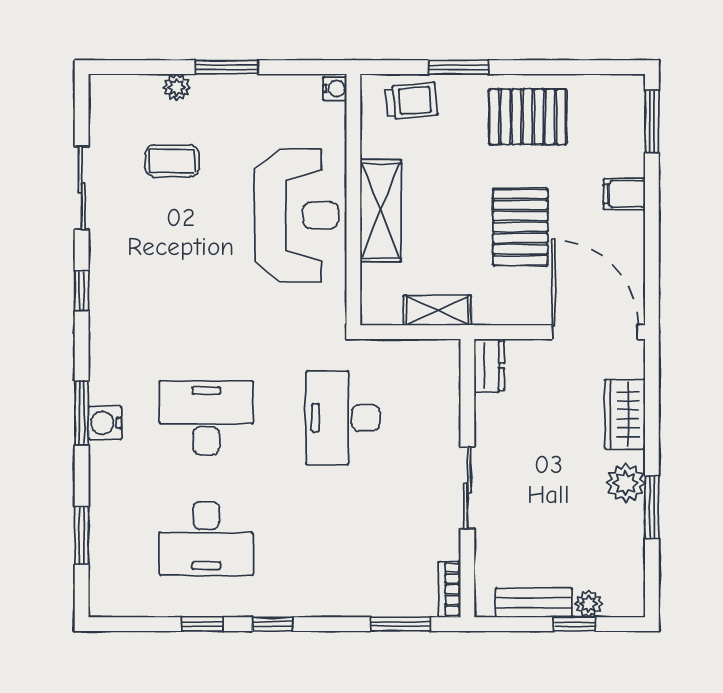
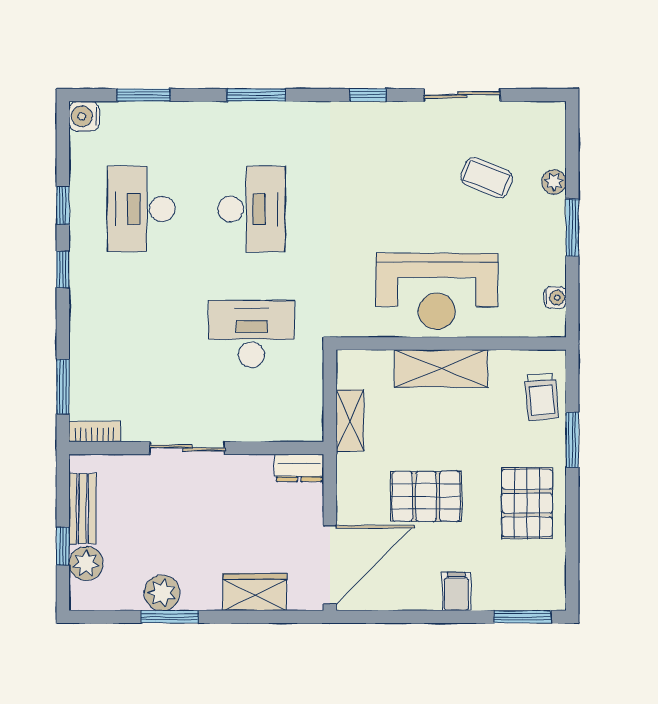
water cooler: (335, 89) -> (555, 298), moved, turned -90
coffee table: (172, 161) -> (487, 178), turned -68
water cooler: (105, 423) -> (84, 116), moved, turned -90
plant: (626, 483) -> (162, 593), moved
plant: (589, 604) -> (86, 563), width x1.38, depth x1.38

